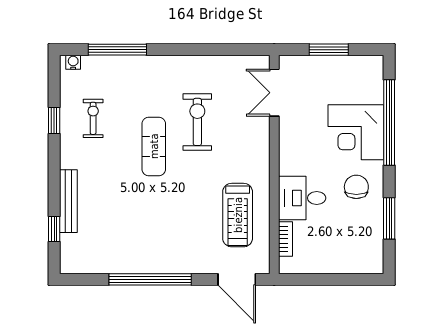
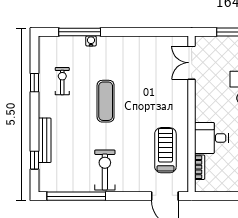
water cooler: (73, 62) -> (91, 41), moved
exercise bike: (197, 122) -> (105, 170), moved
treadmill: (238, 215) -> (165, 150), turned 180
window: (150, 279) -> (76, 196), moved

